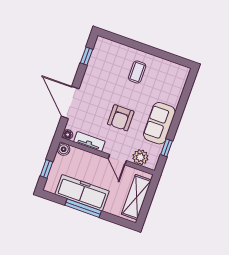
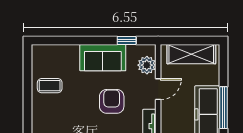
coffee table: (137, 72) -> (50, 86), moved
armchair: (121, 118) -> (112, 101), turned -90

